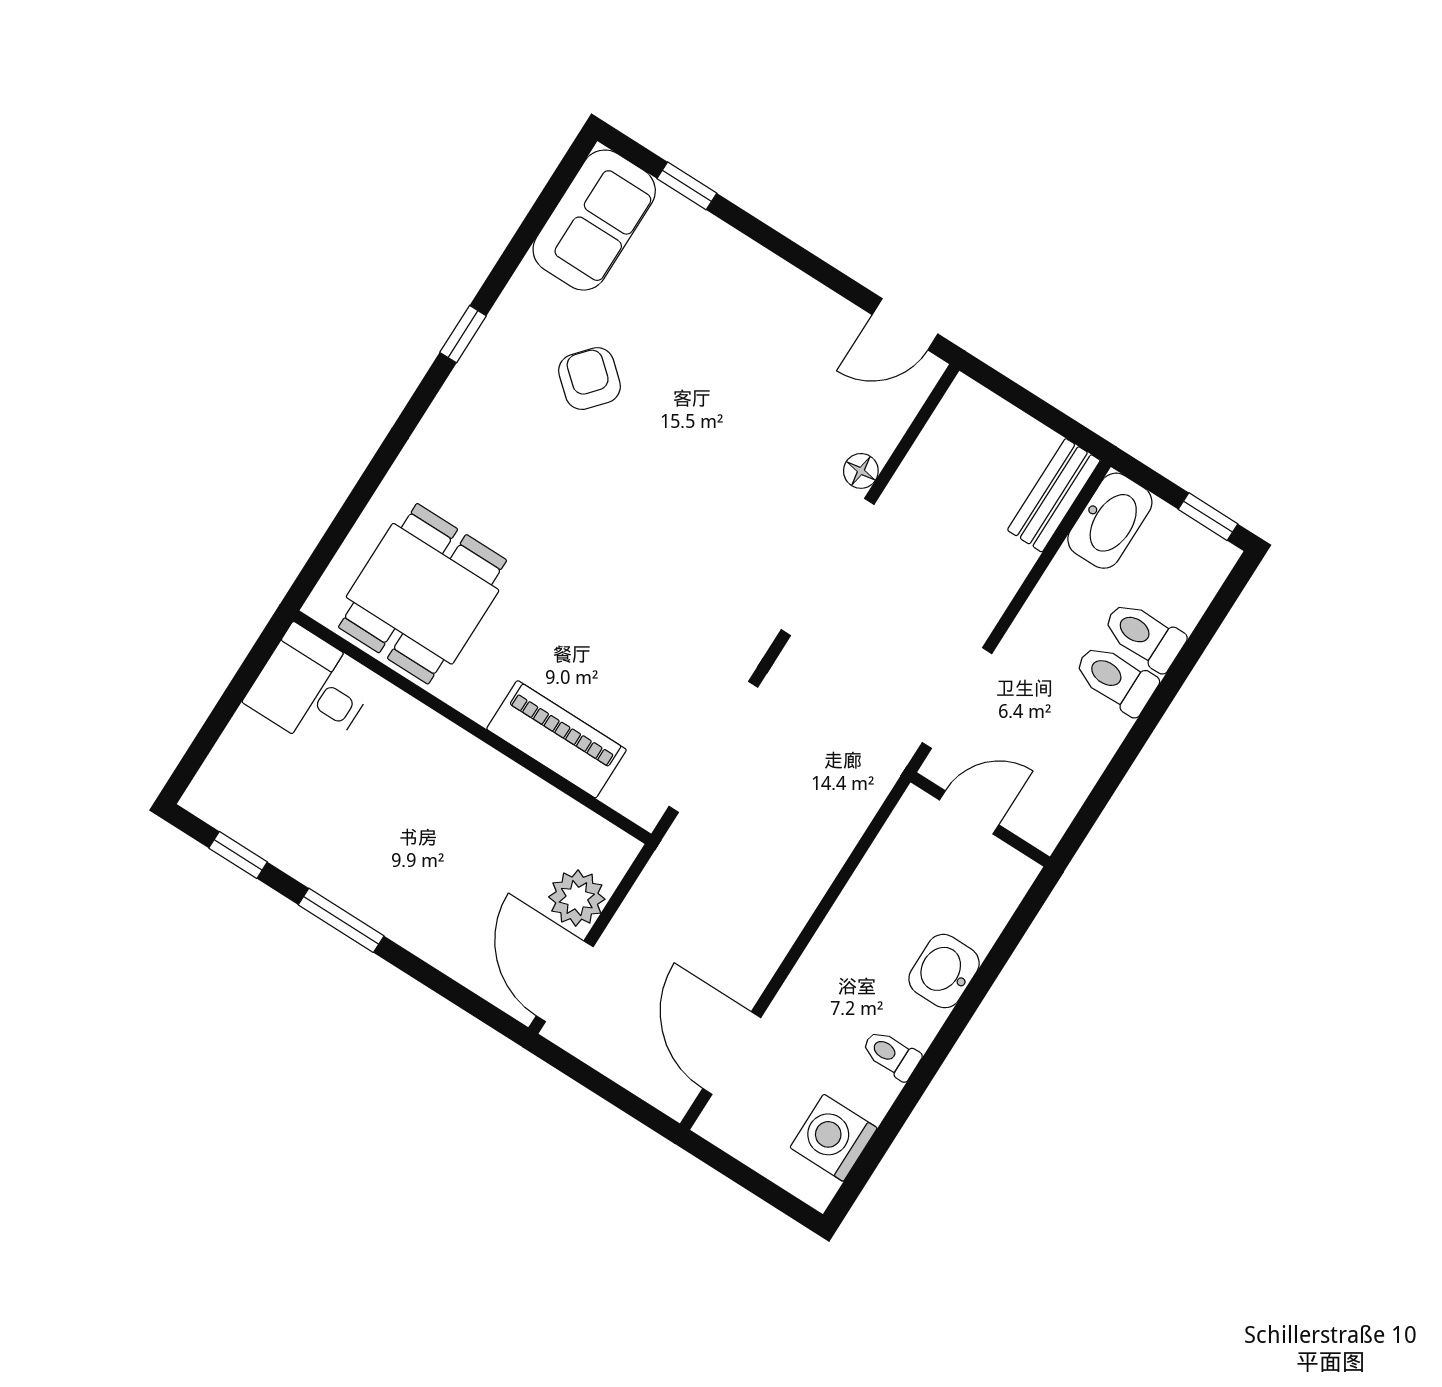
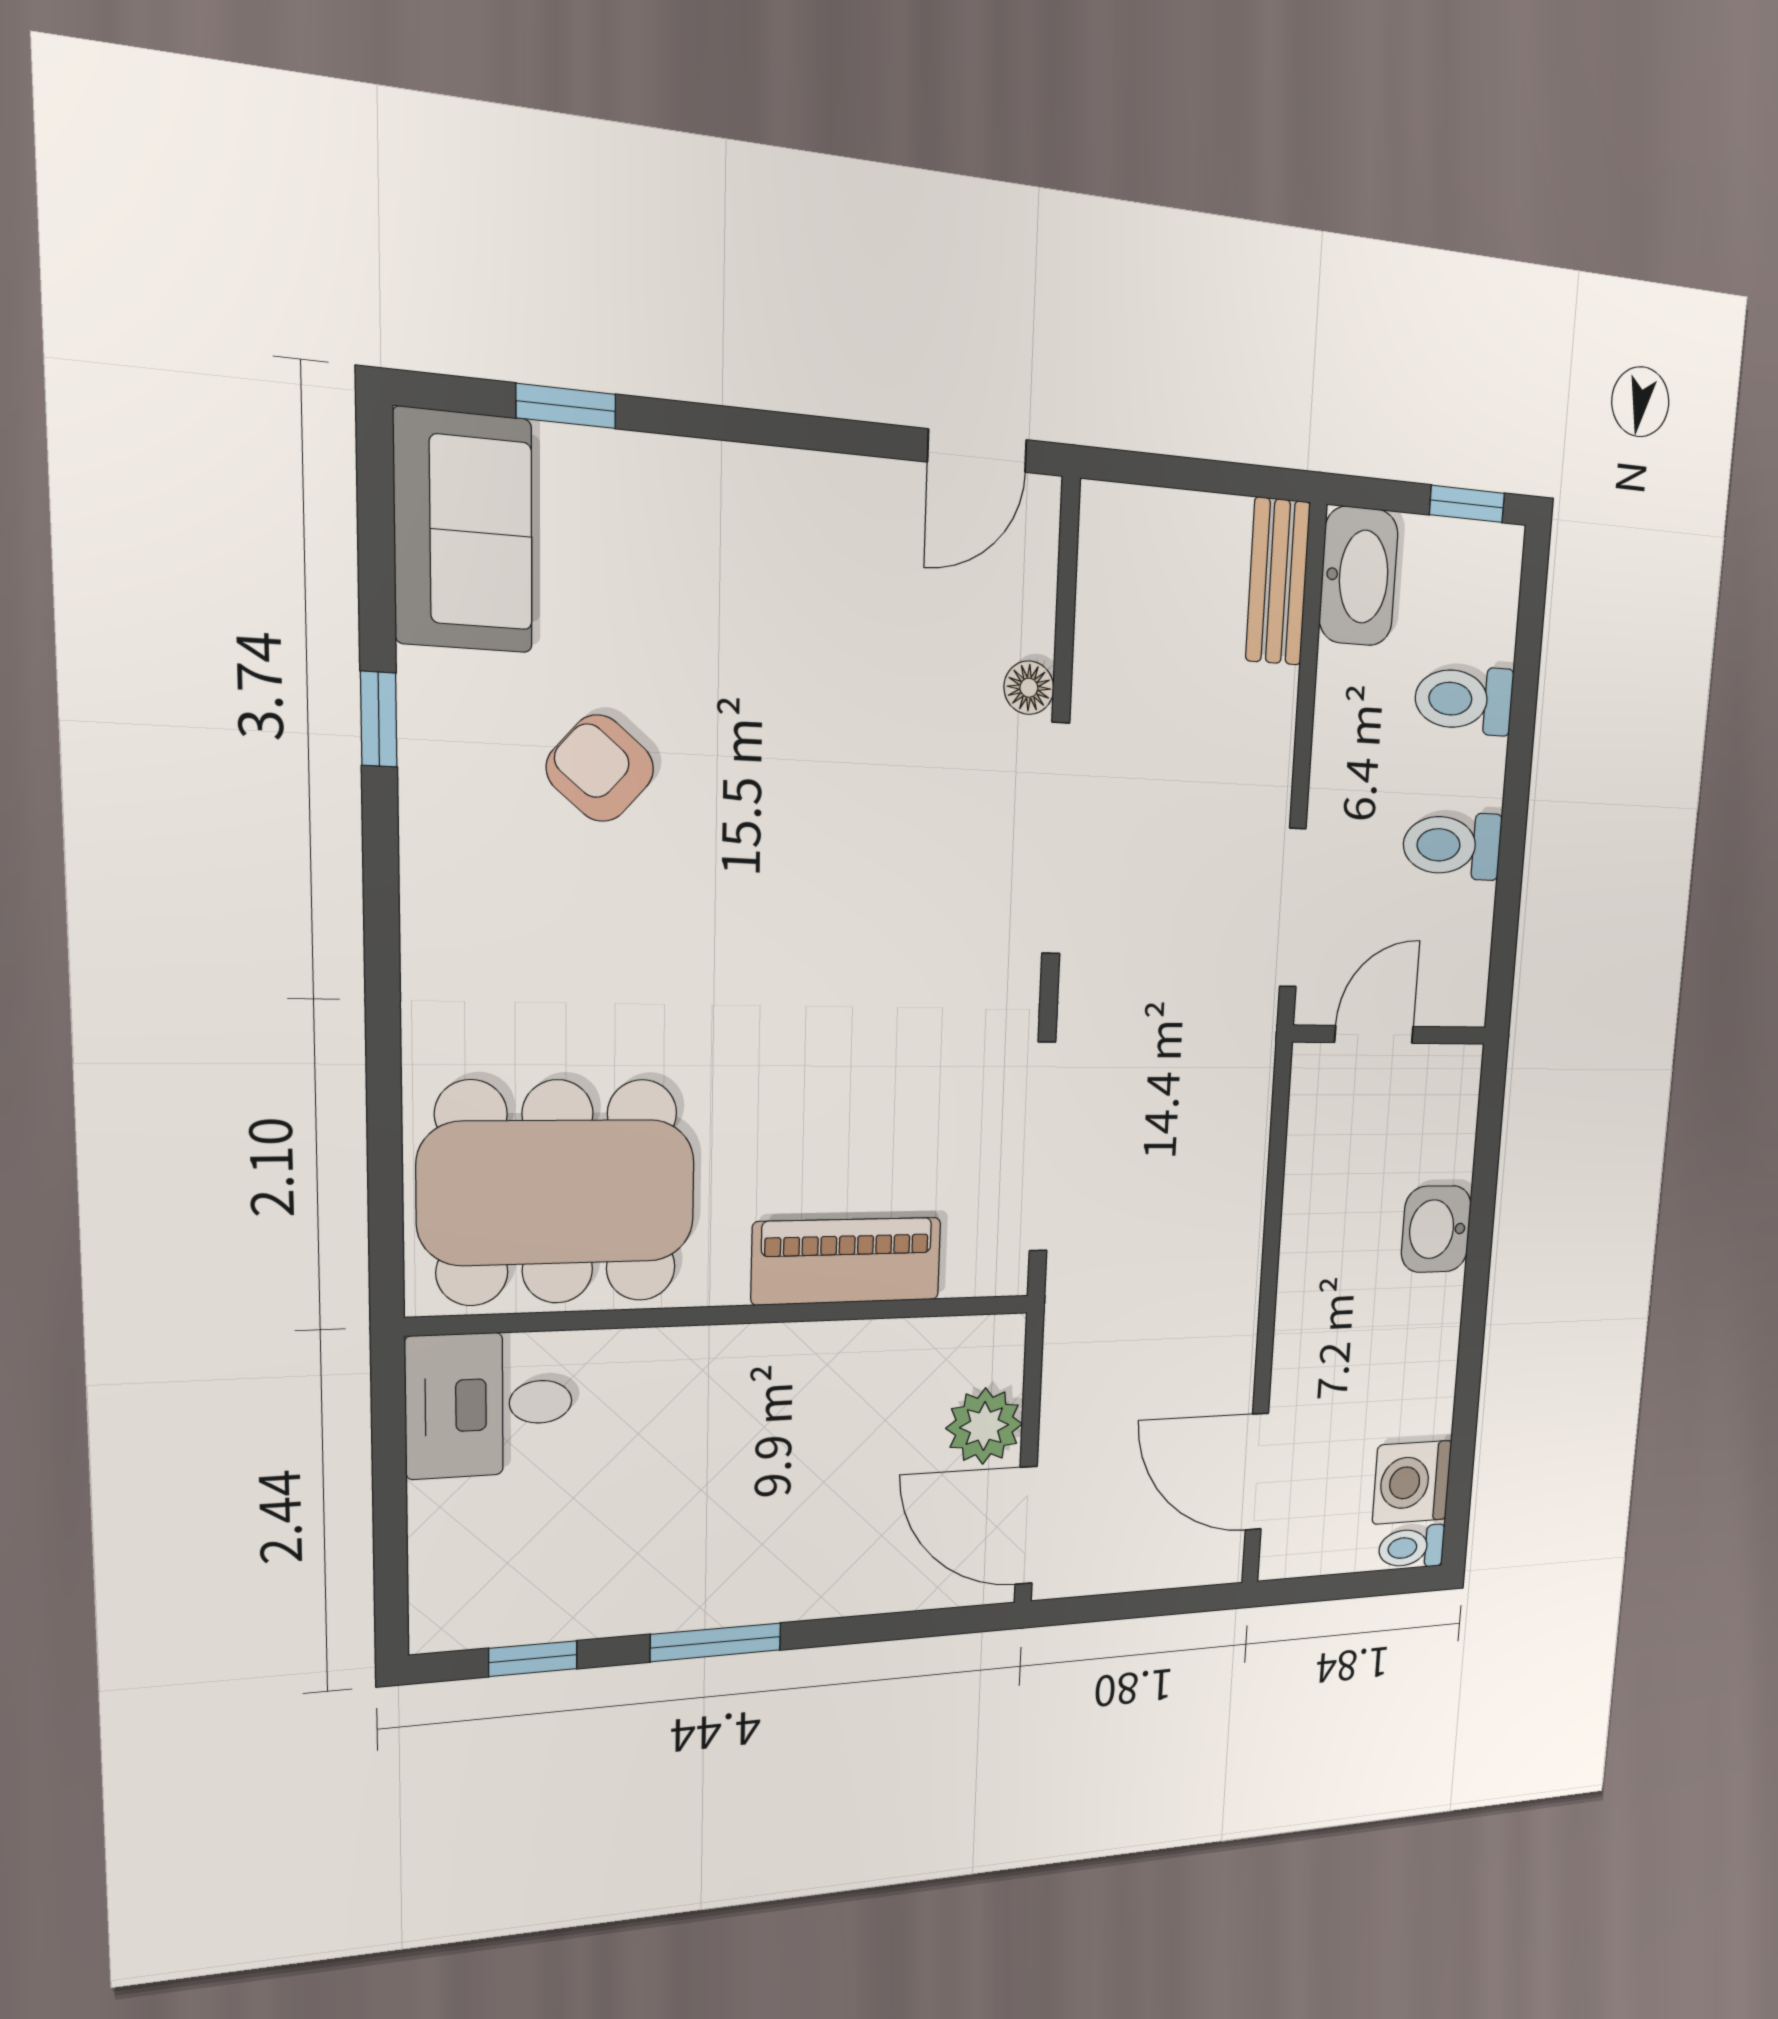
window: (463, 334) -> (379, 719), moved
dining table: (423, 594) -> (558, 1192), width x1.38
toilet: (1116, 679) -> (1452, 845), moved
toilet: (891, 1055) -> (1411, 1547), moved

